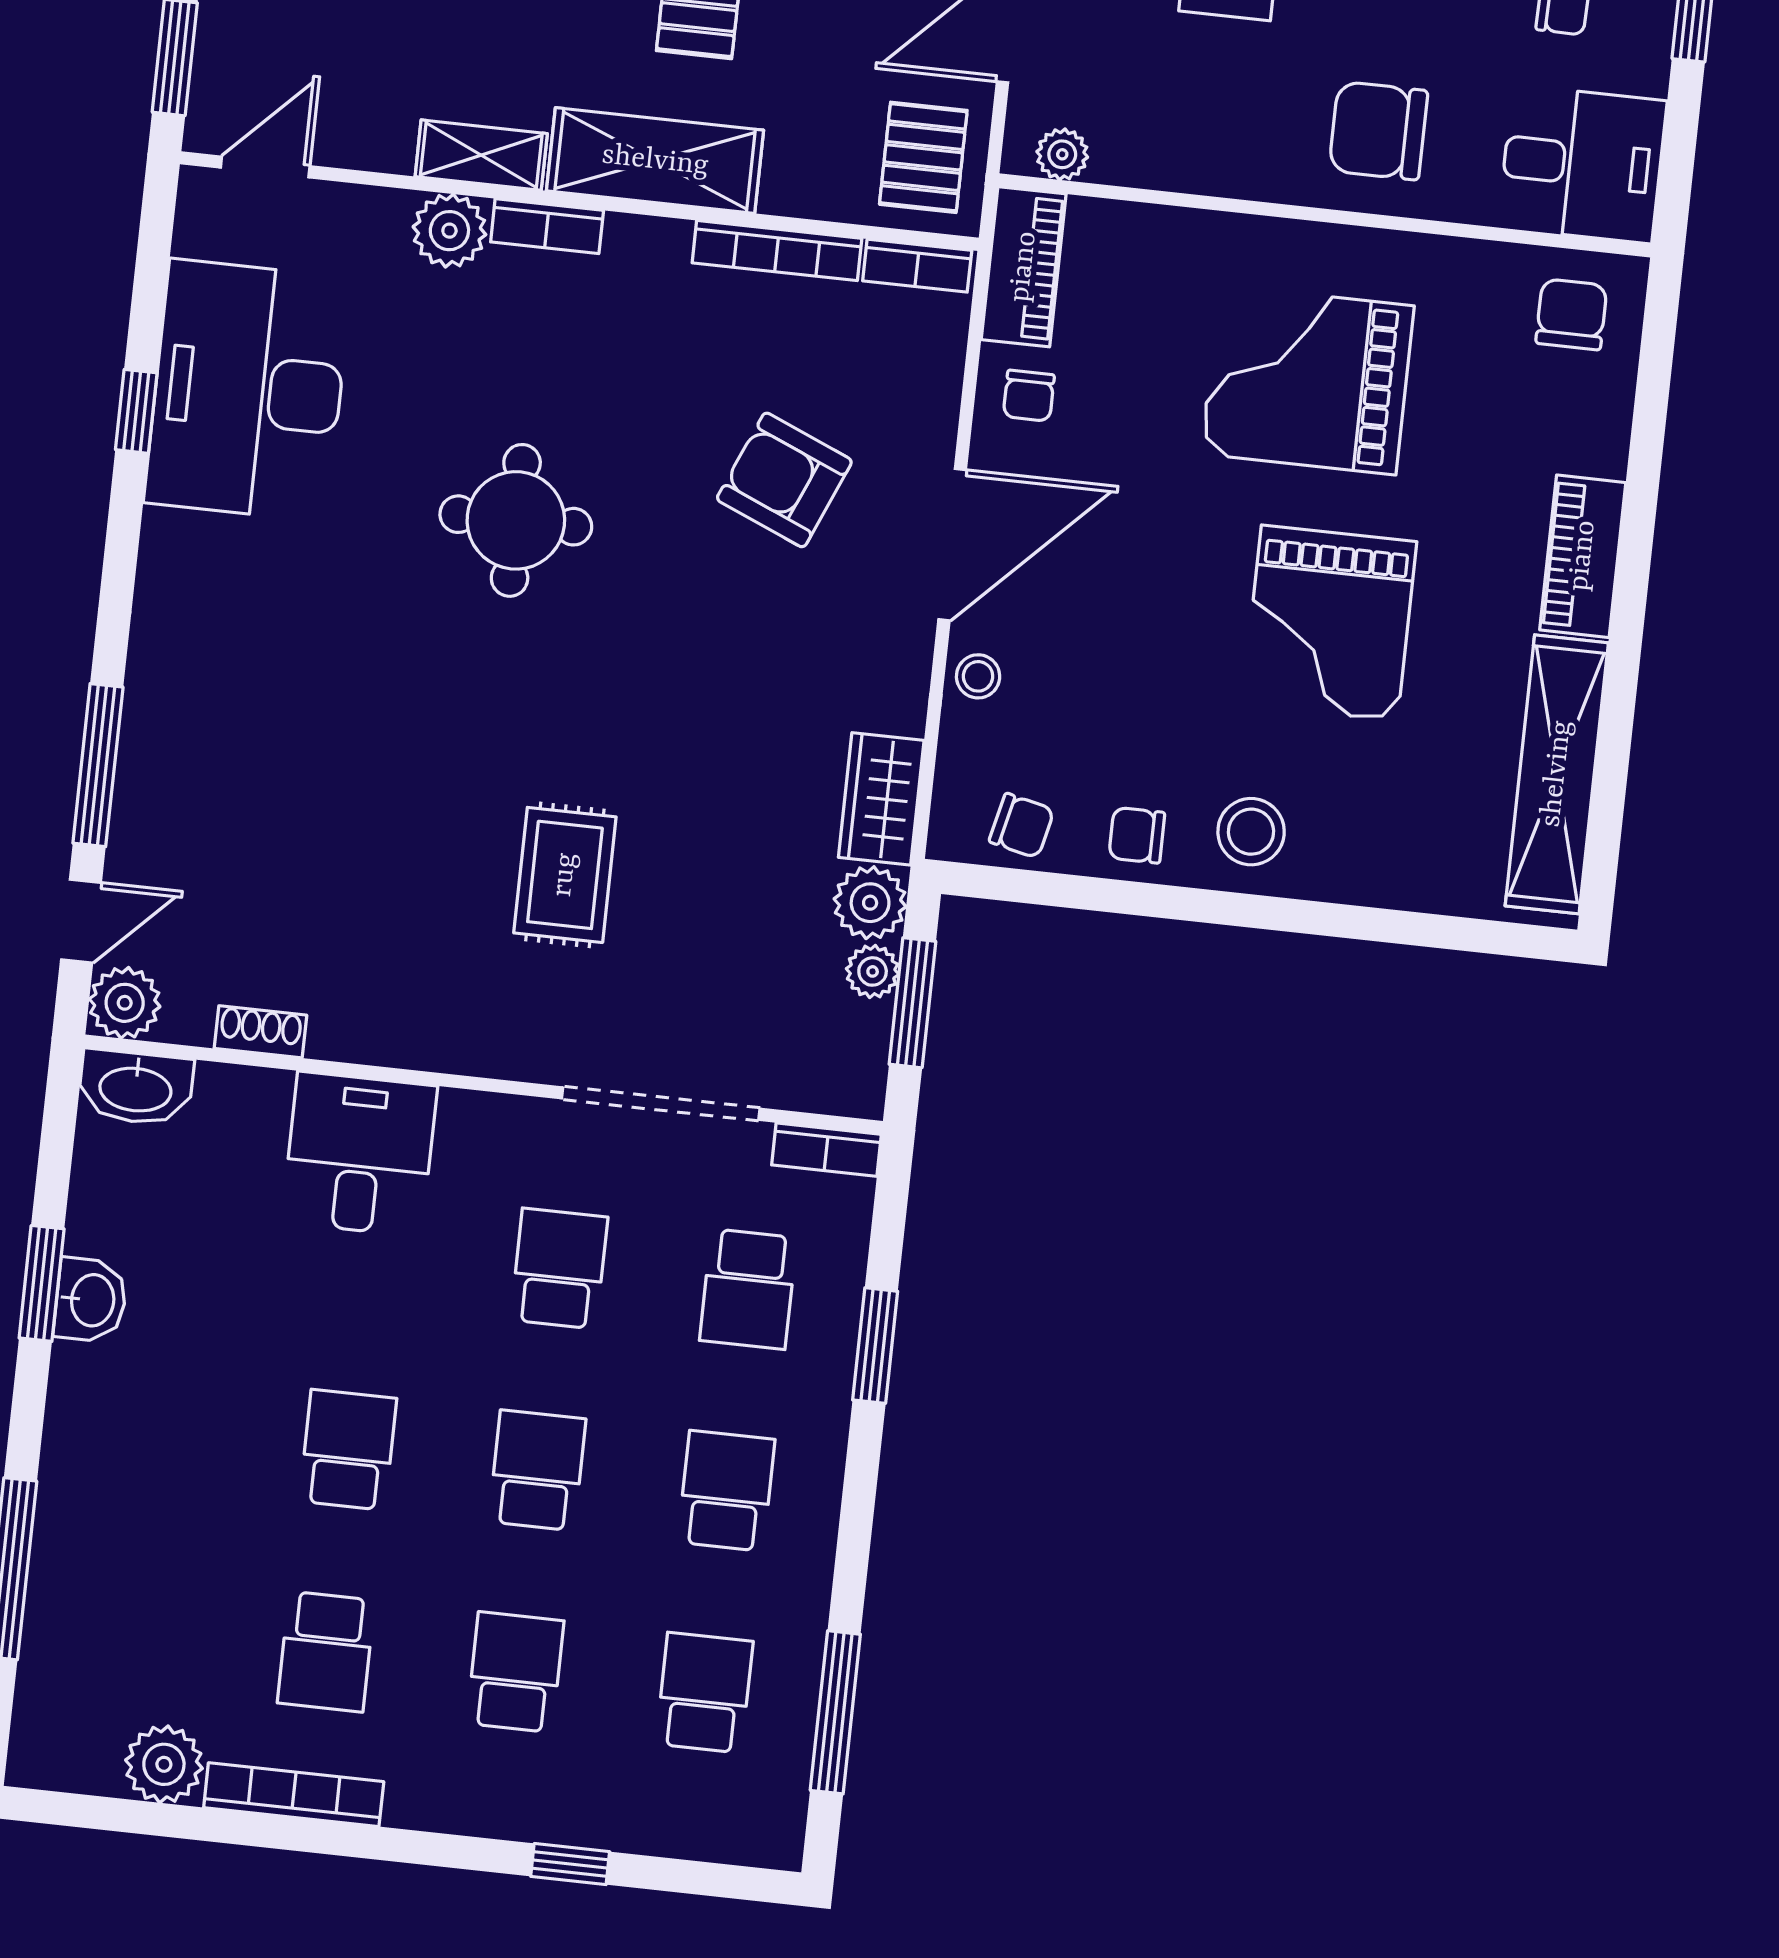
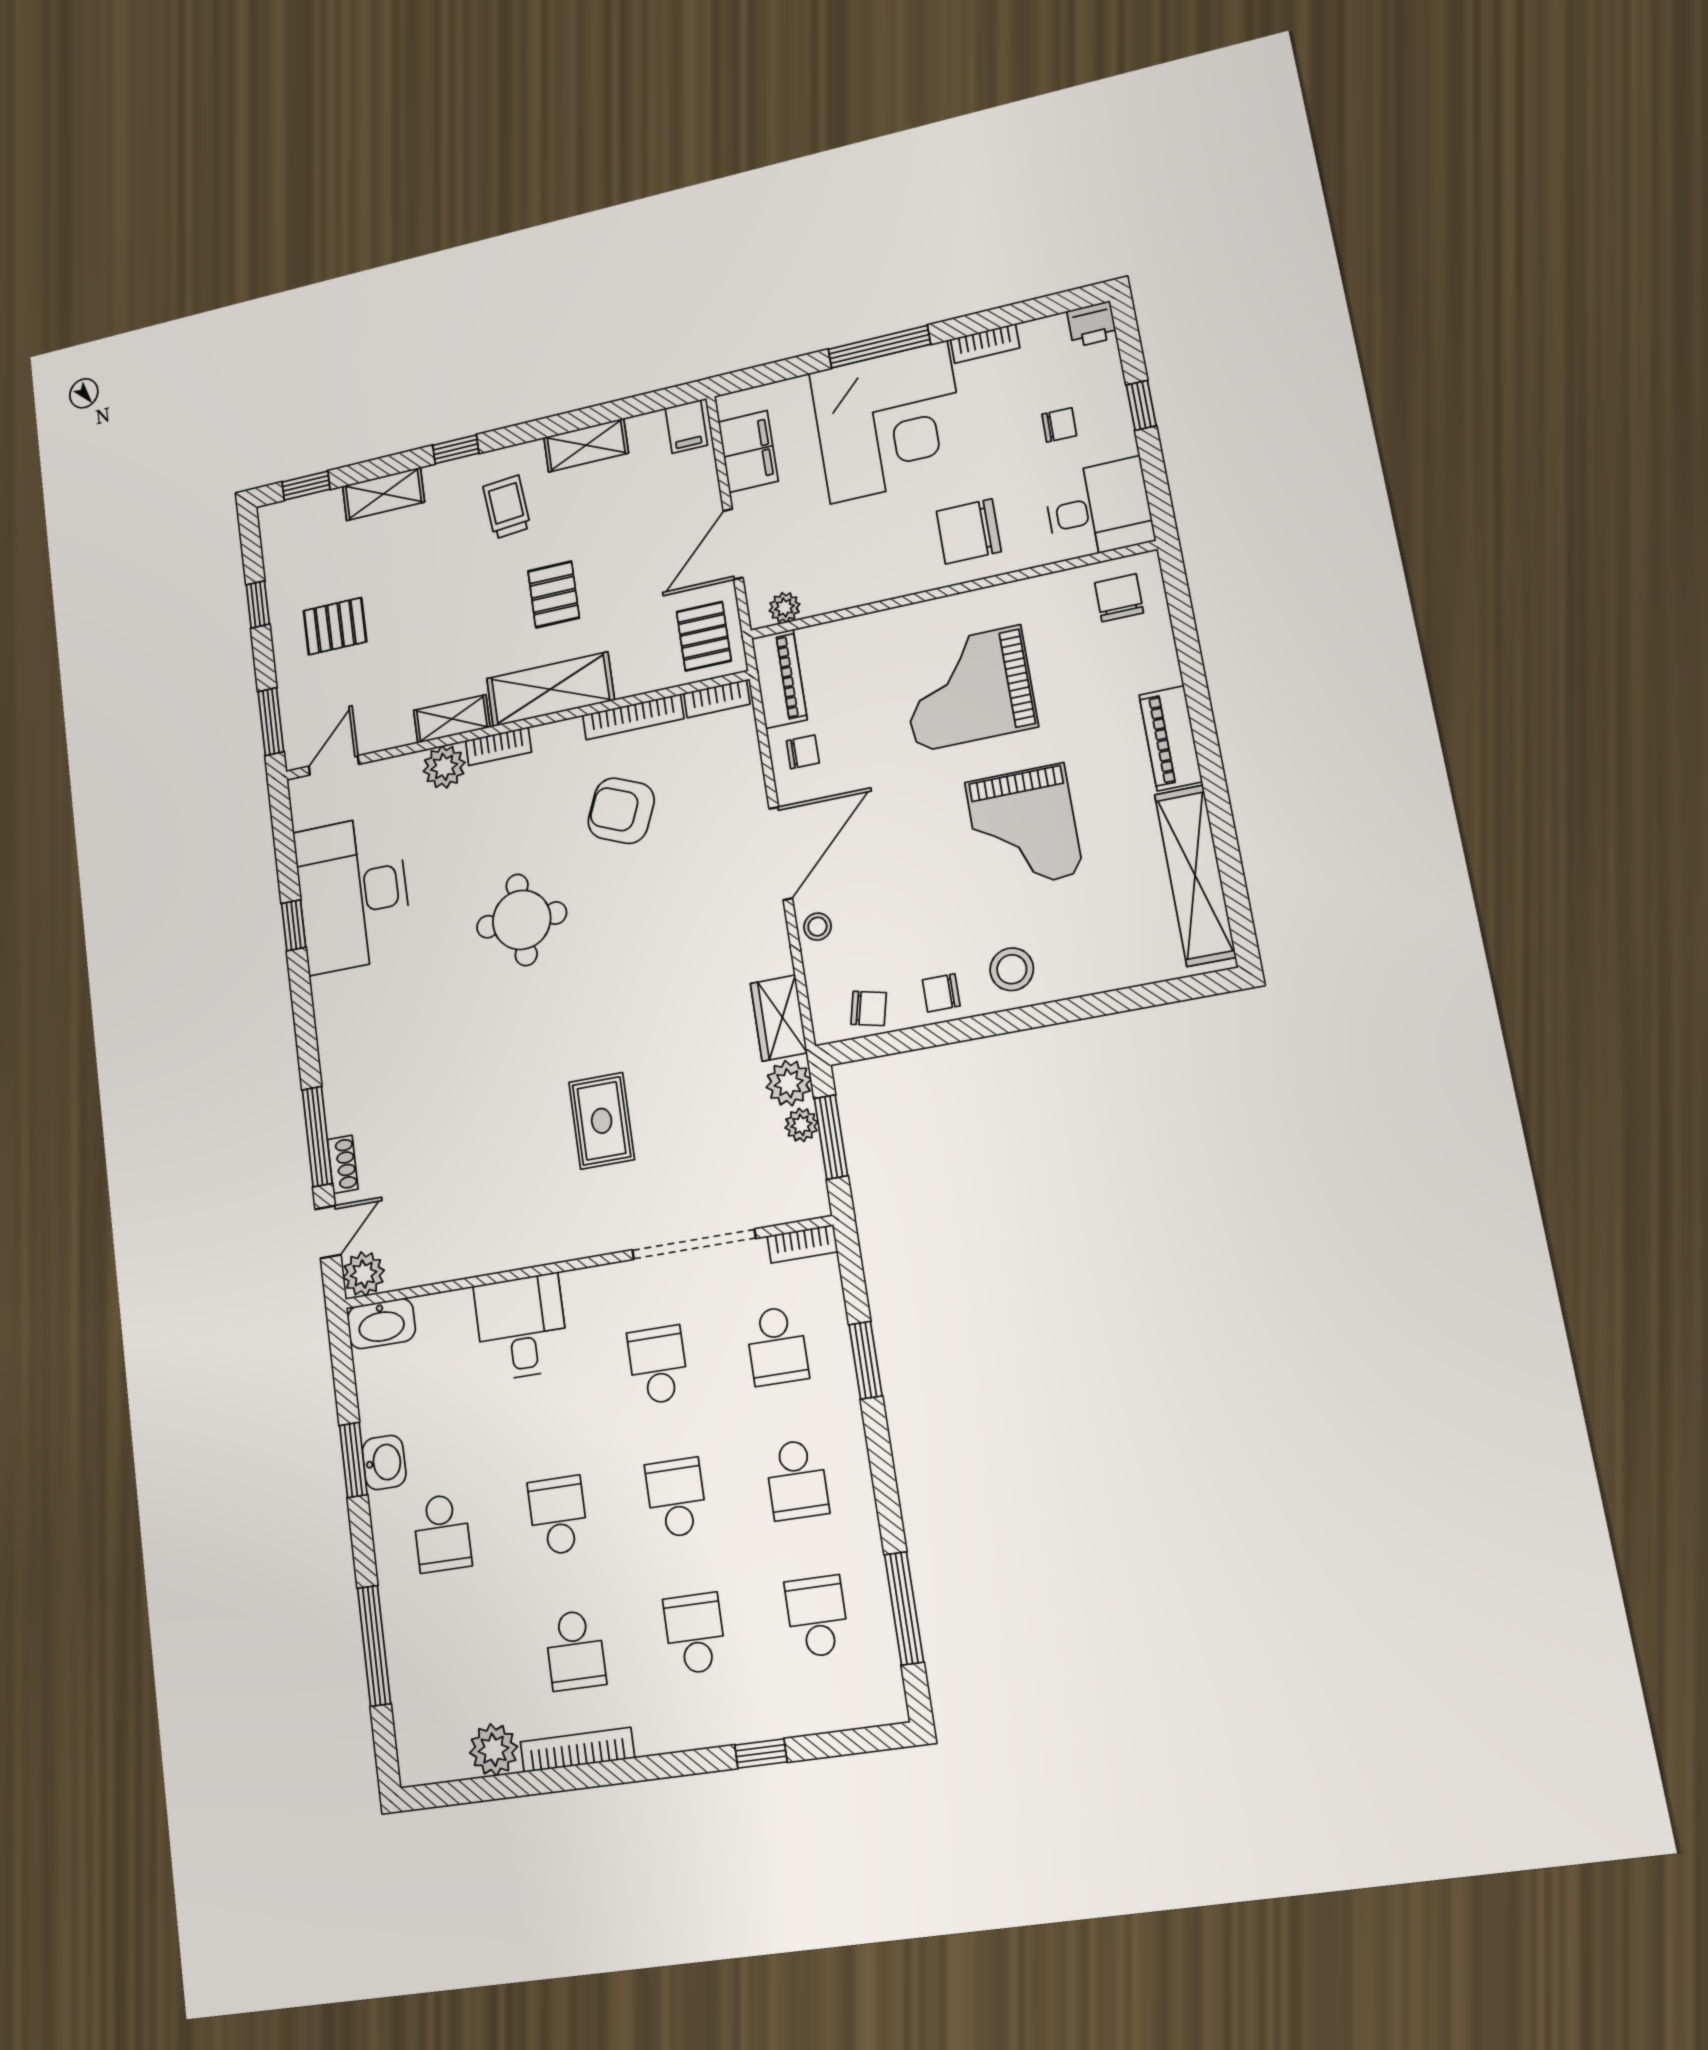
chair: (1029, 396) -> (803, 752), turned -90
armchair: (784, 480) -> (621, 811), moved
shoe rack: (260, 1032) -> (343, 1164), moved, turned 90
school desk: (159, 1429) -> (442, 1533), added
school desk: (726, 1491) -> (797, 1480), turned 180

